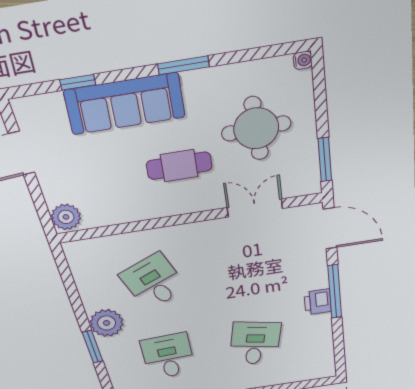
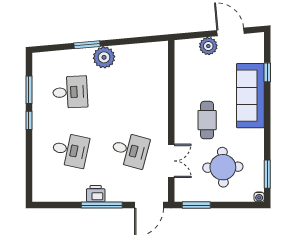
window: (183, 65) -> (267, 174), moved
plant: (66, 217) -> (208, 46), moved
desk: (153, 282) -> (130, 150), moved, turned 39

